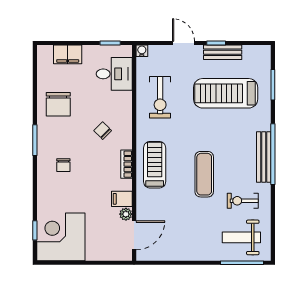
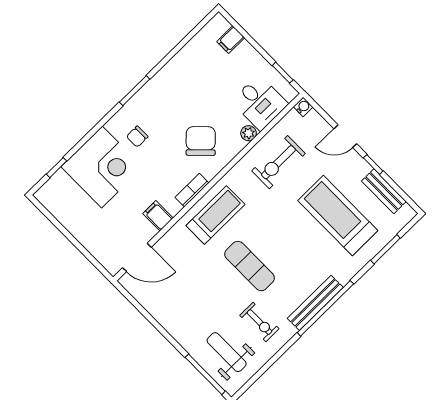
door: (183, 43) -> (345, 136), swing flipped
bench: (223, 52) -> (384, 191), moved
filing cabinet: (68, 54) -> (231, 40), width x0.50
chair: (58, 104) -> (186, 80), removed
chair: (103, 131) -> (201, 141), width x1.87, depth x1.87
exercise mat: (204, 174) -> (250, 266), turned 90
exercise bike: (243, 201) -> (259, 322), turned 180
plant: (126, 214) -> (249, 133), moved
corner desk: (61, 237) -> (102, 167), moved, turned 90

